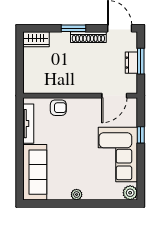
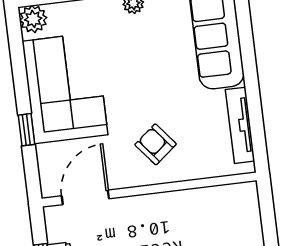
armchair: (58, 108) -> (156, 144), moved, turned 51

